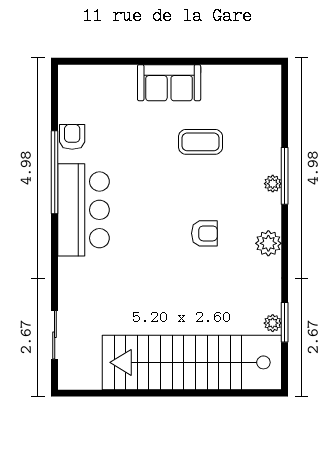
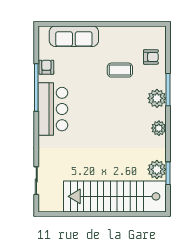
sofa: (169, 83) -> (74, 36), moved, width x1.36
plant: (273, 184) -> (157, 98), width x1.87, depth x1.87
armchair: (204, 233) -> (151, 57), moved
plant: (273, 323) -> (157, 169), width x1.88, depth x1.88

